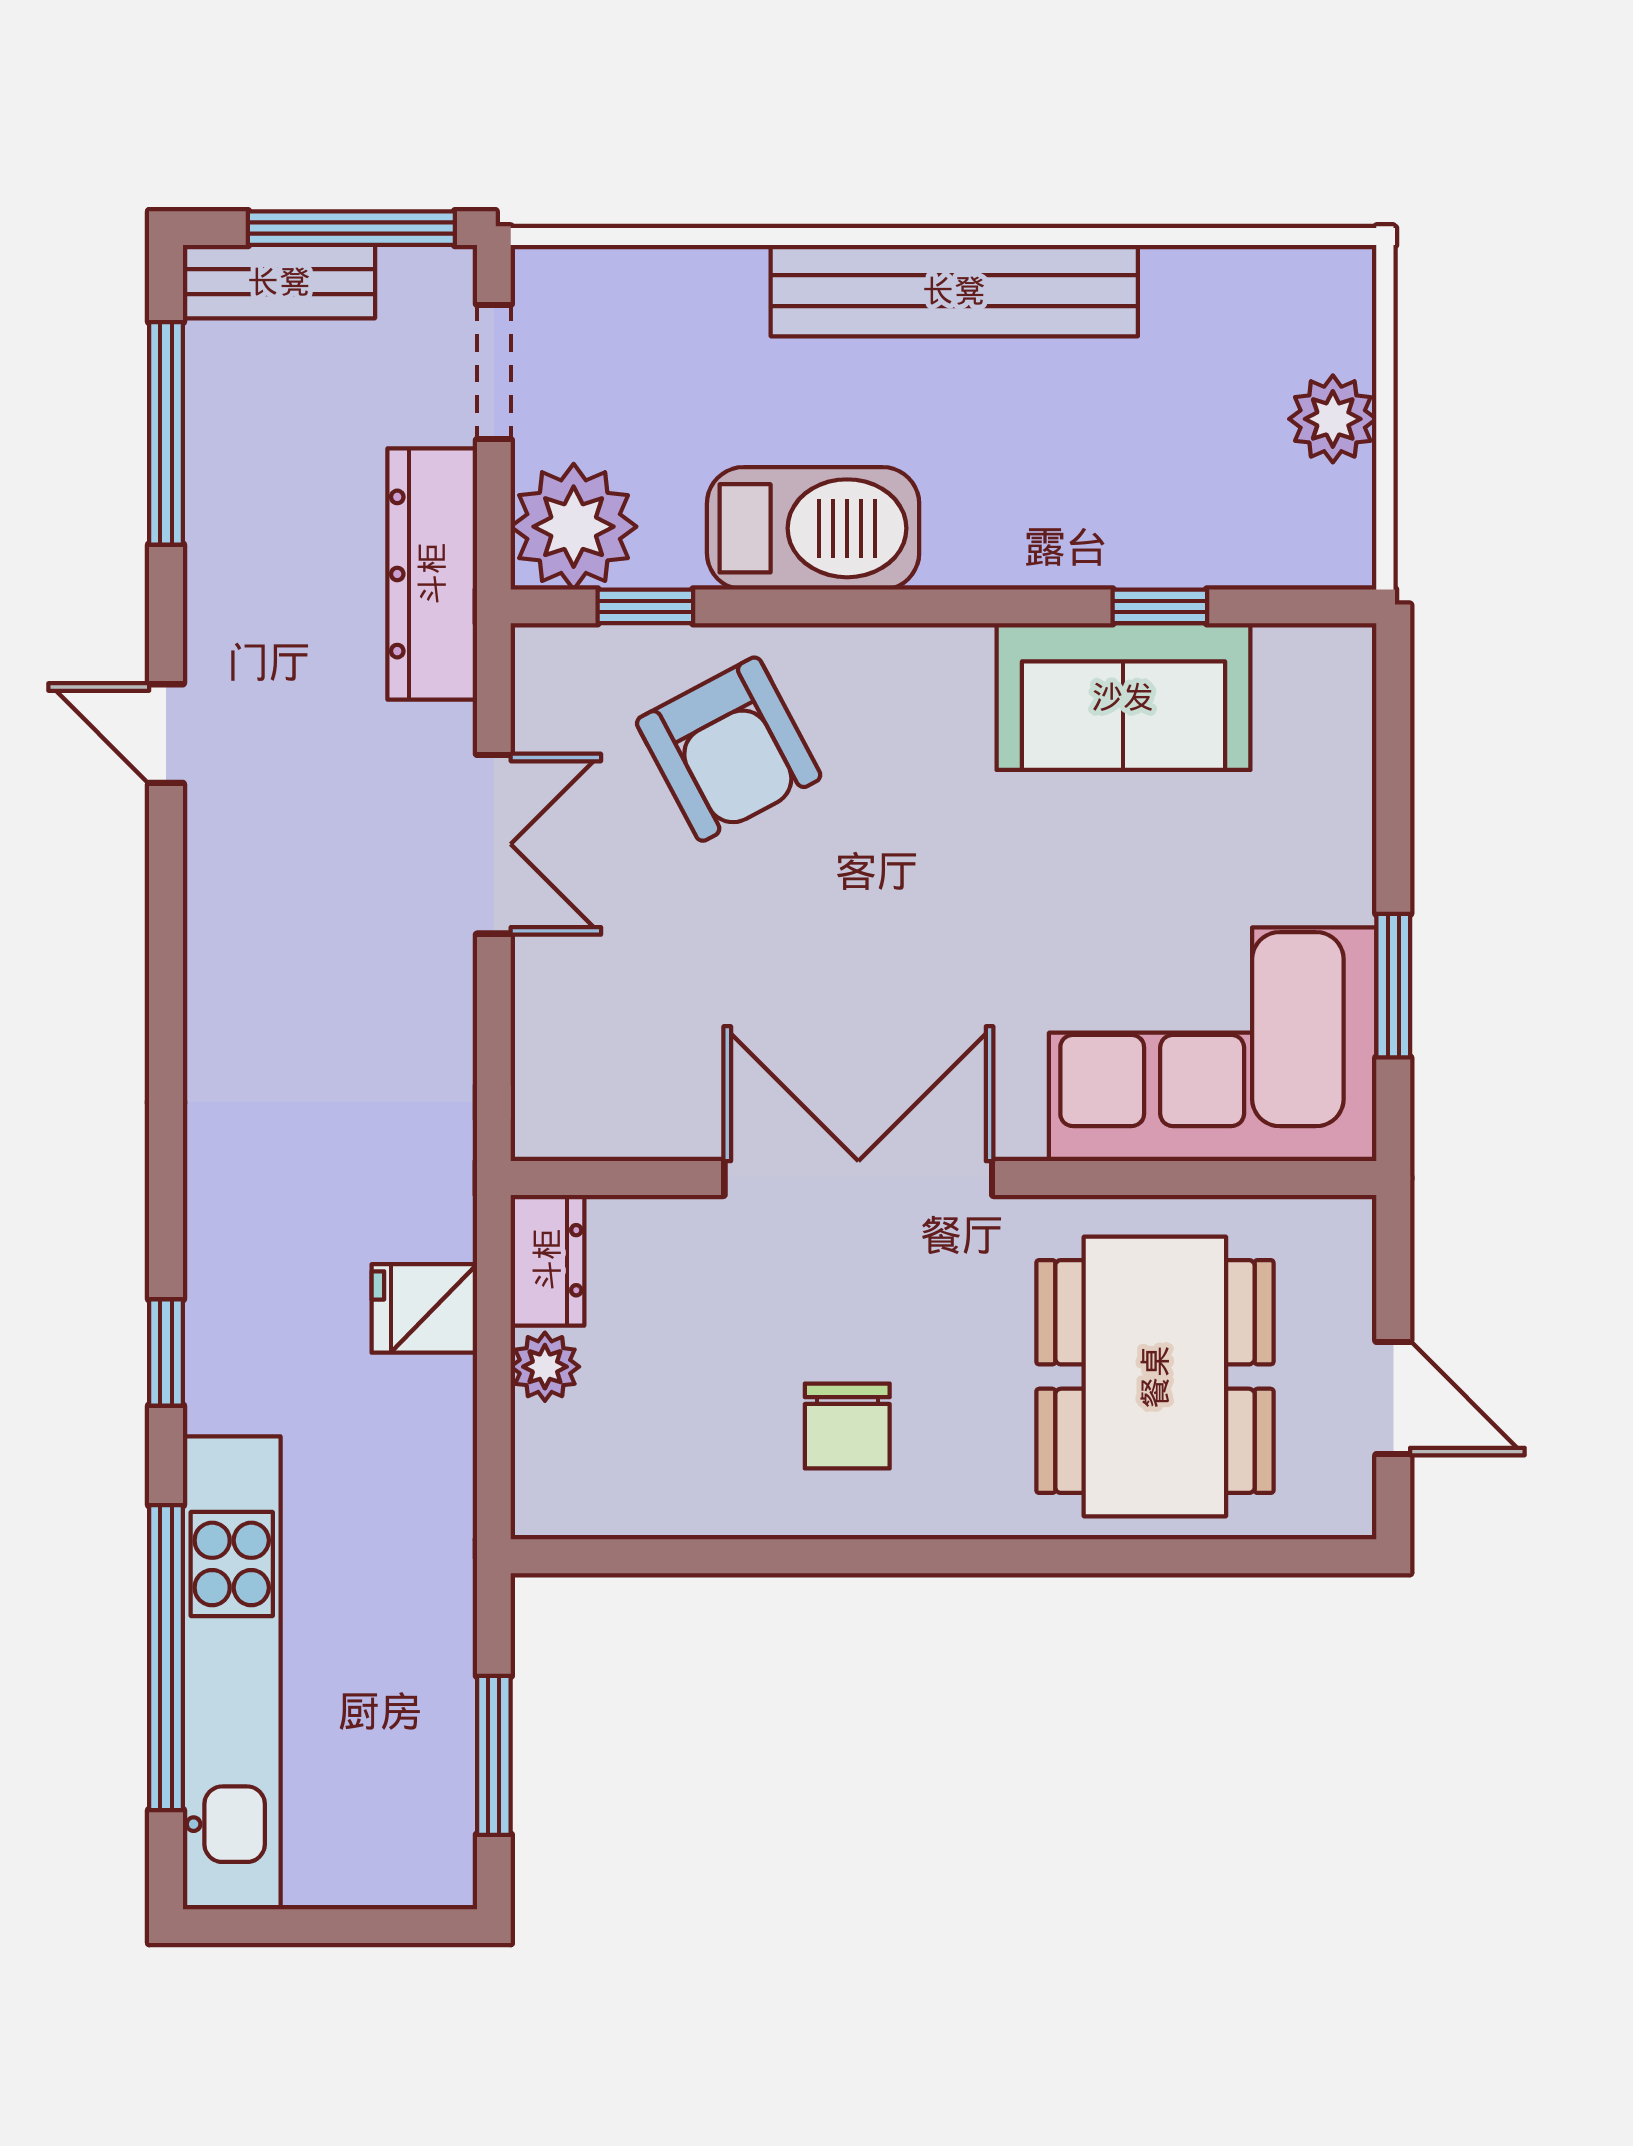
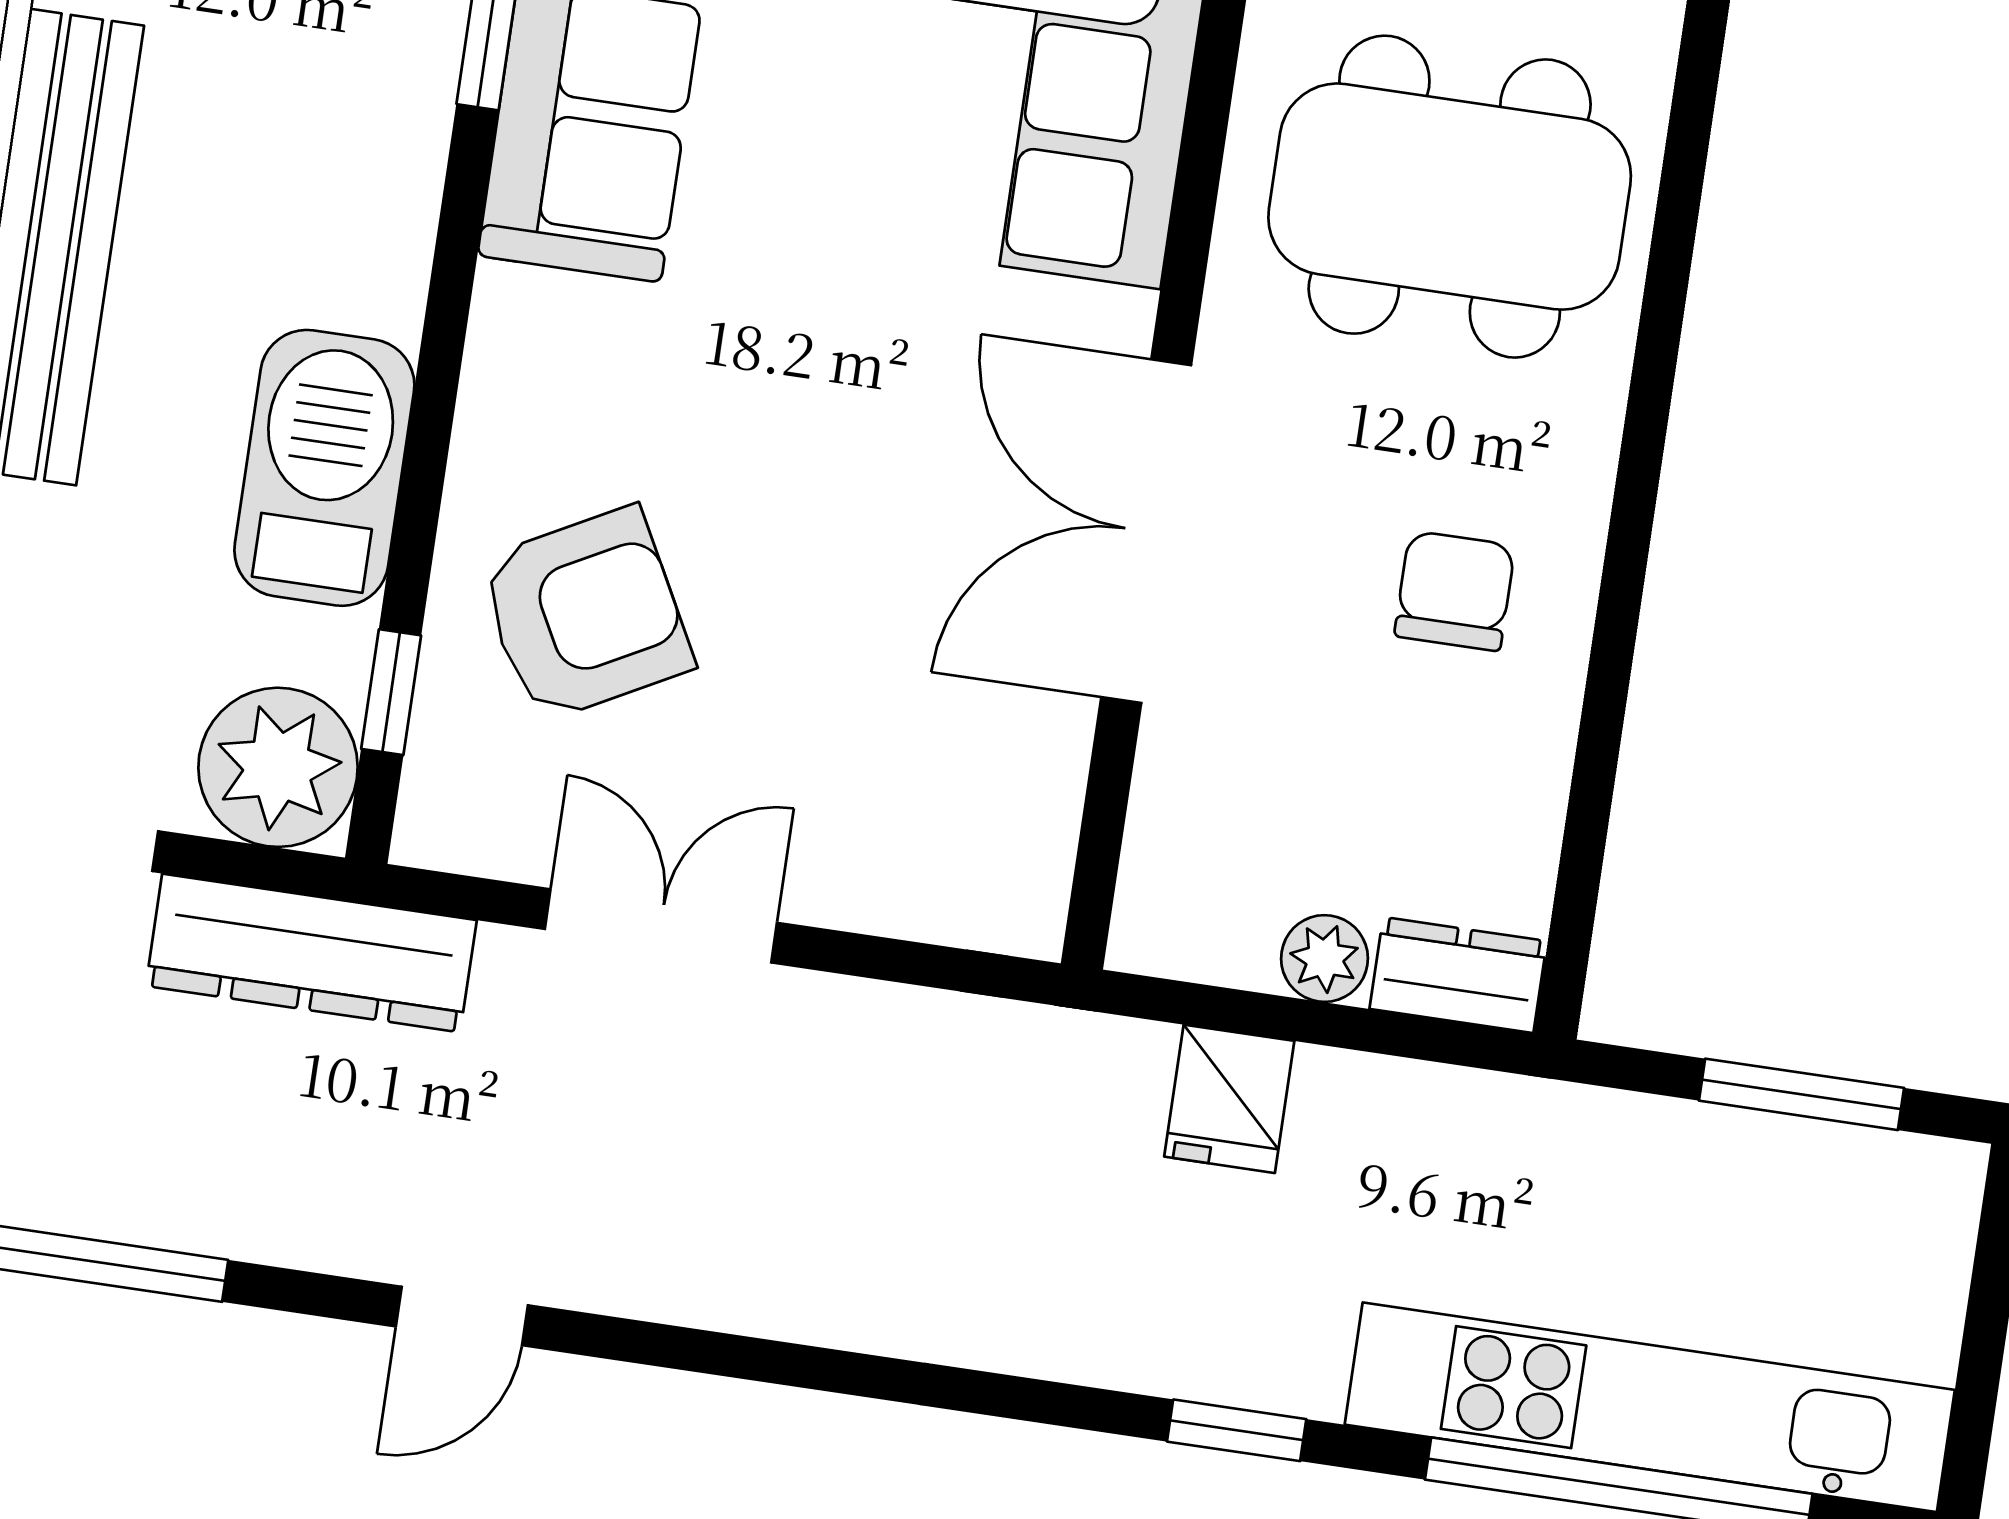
dresser: (547, 1260) -> (1458, 975), moved
chair: (847, 1426) -> (1455, 591), turned -90

